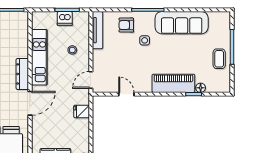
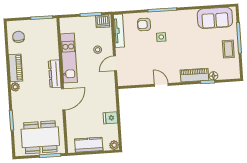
dishwasher: (65, 18) -> (103, 21), moved
sofa: (182, 23) -> (215, 18), moved, width x0.73
door: (91, 80) -> (115, 63), moved
piano: (173, 83) -> (194, 75), width x0.73, depth x0.75
door: (126, 94) -> (161, 85), moved
fridge: (82, 111) -> (110, 118), moved

